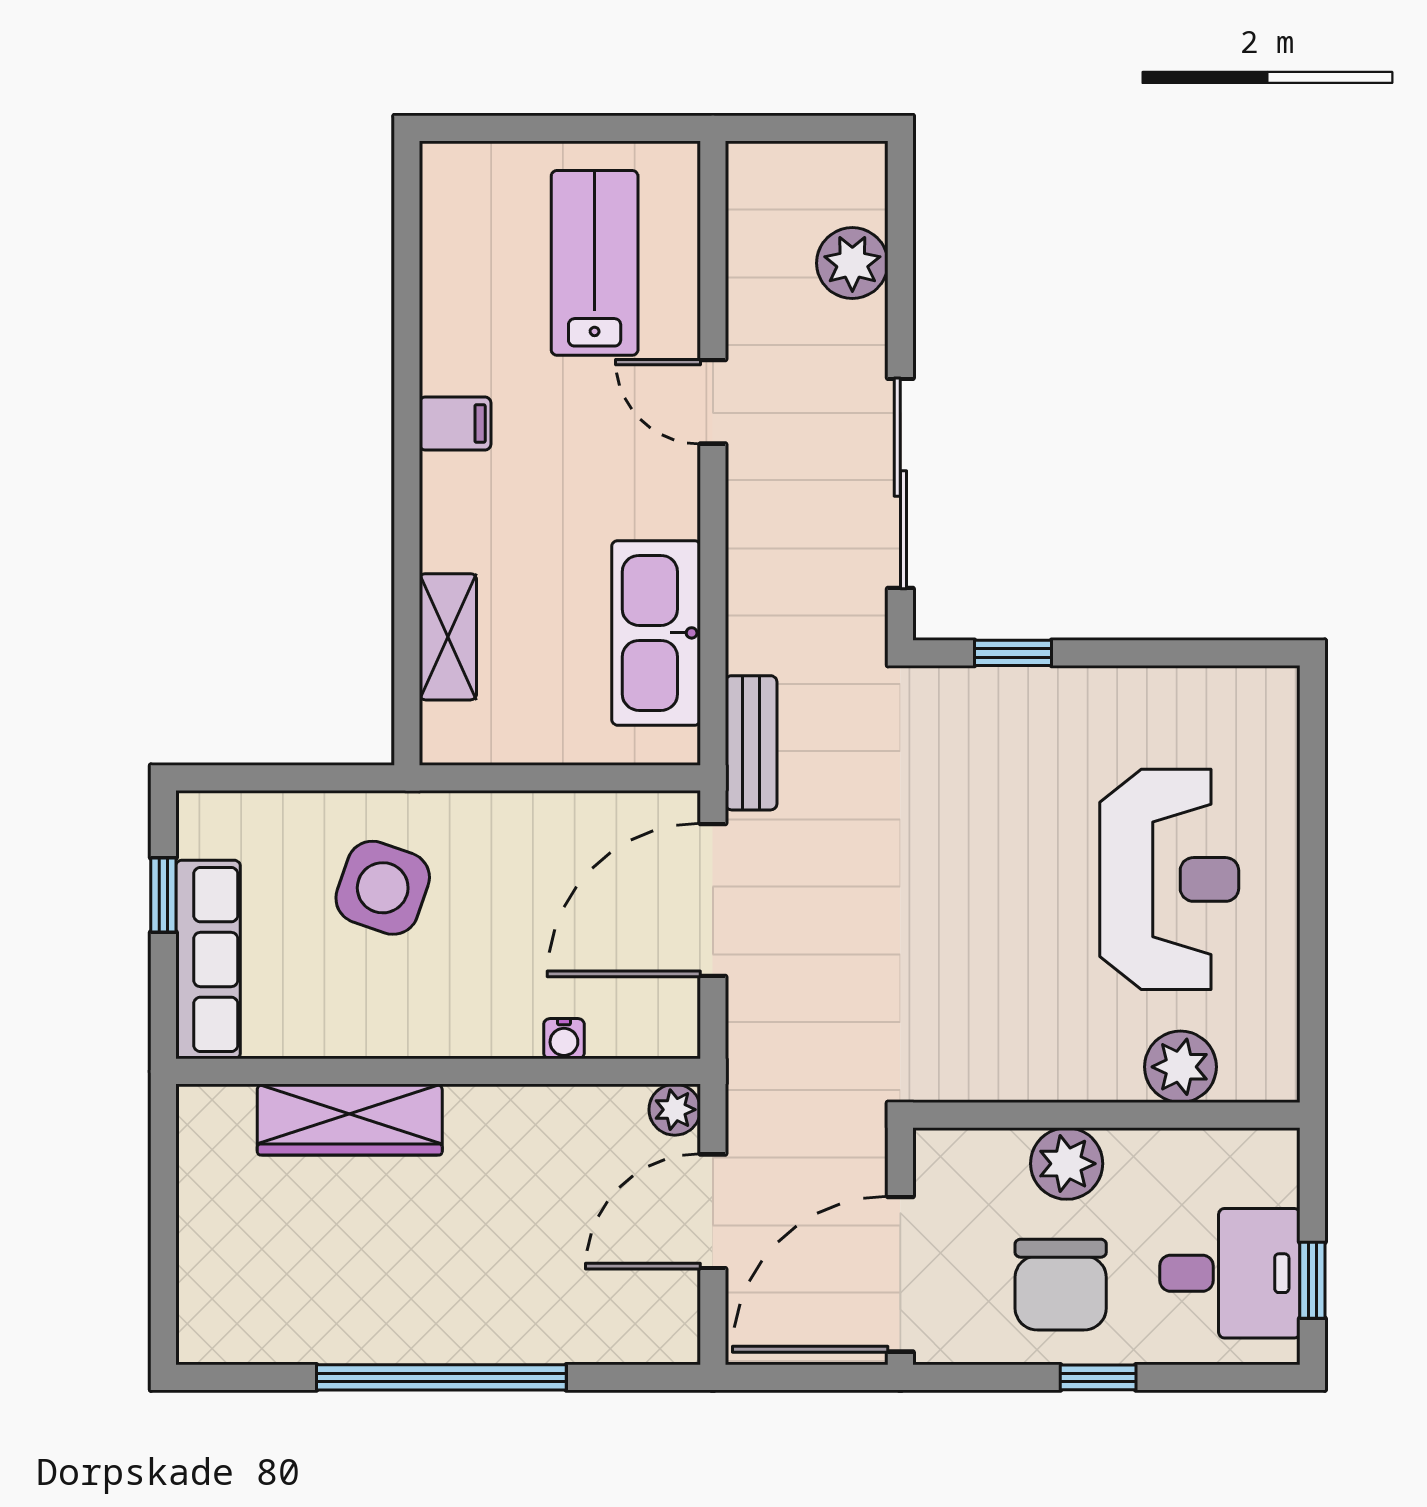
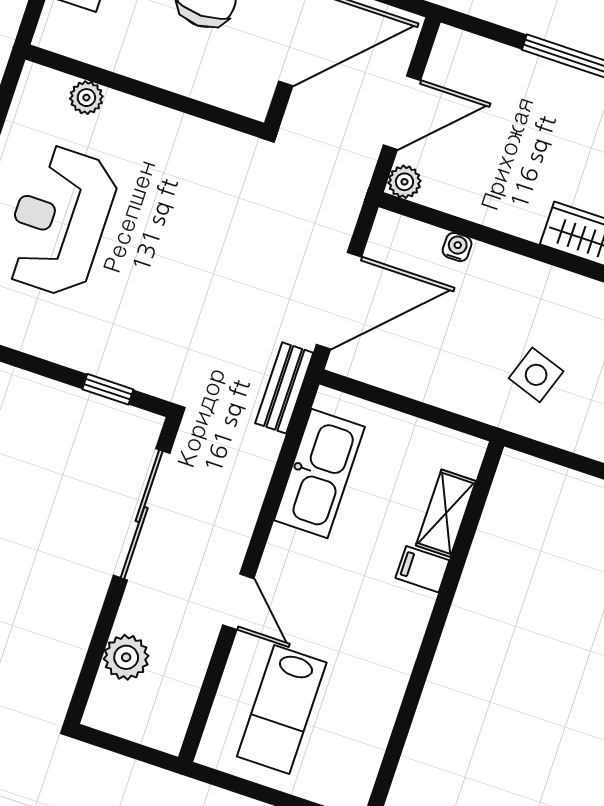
filing cabinet: (455, 424) -> (422, 569), moved
side table: (383, 888) -> (536, 375), width x0.73, depth x0.73
plant: (1180, 1067) -> (86, 98), width x0.73, depth x0.73
plant: (1067, 1164) -> (179, 70), removed

